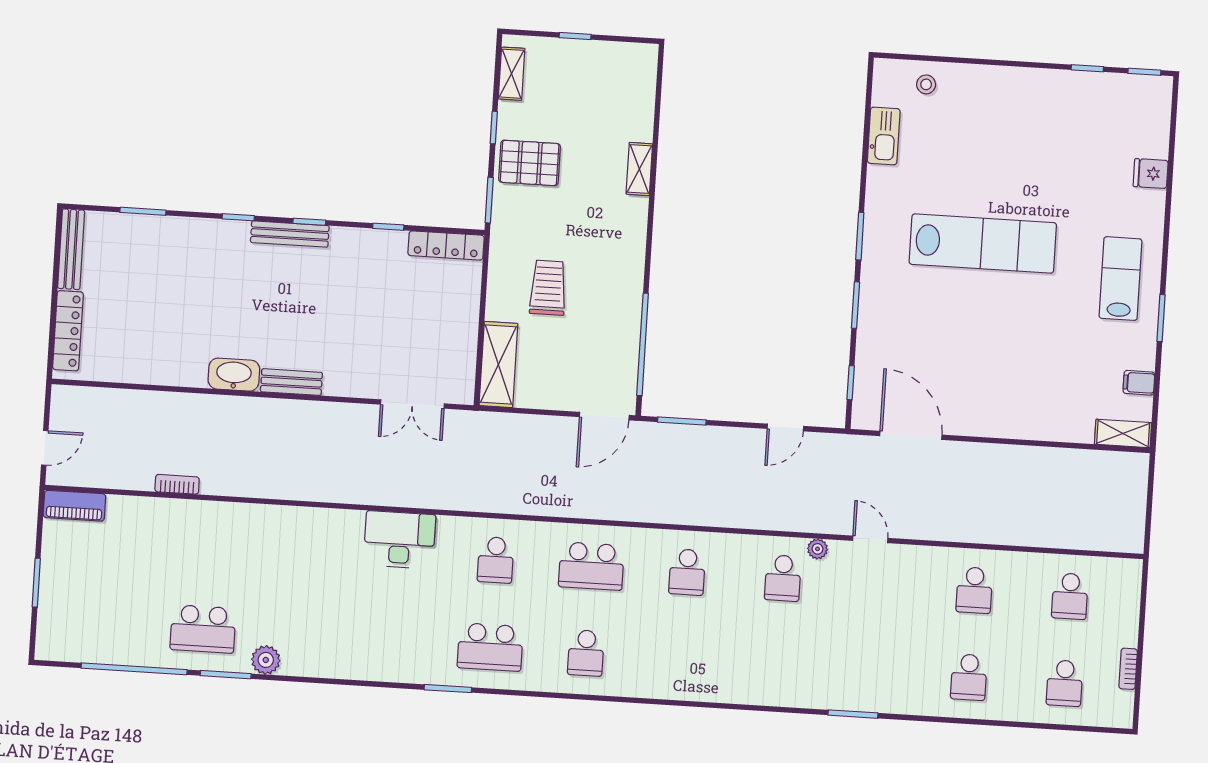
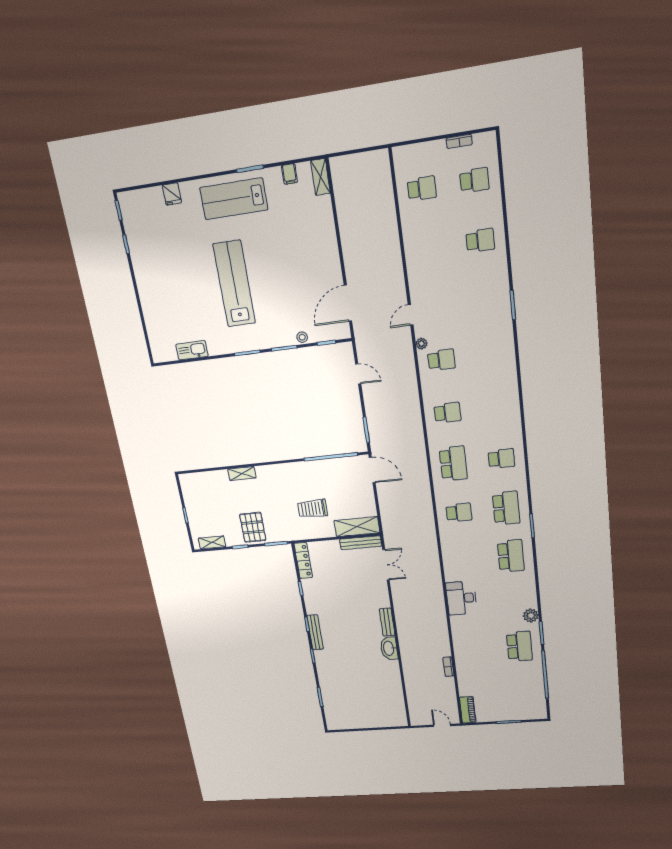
stool: (926, 84) -> (302, 337), moved
bench: (71, 249) -> (361, 543), moved
lab bench: (1120, 279) -> (234, 199), width x1.36, depth x1.39
locker: (68, 331) -> (384, 722), removed
desk: (400, 540) -> (461, 598), moved
school desk: (974, 590) -> (511, 556), moved, width x1.85

